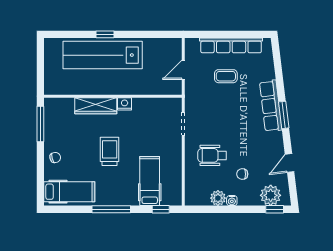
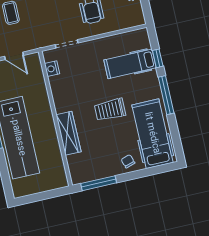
nightstand: (125, 104) -> (52, 69), moved
hospital bed: (69, 192) -> (152, 134), width x1.37, depth x1.29
window: (161, 209) -> (158, 58), moved

